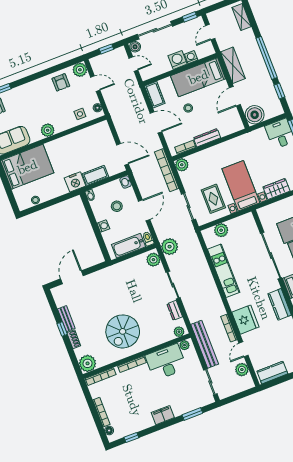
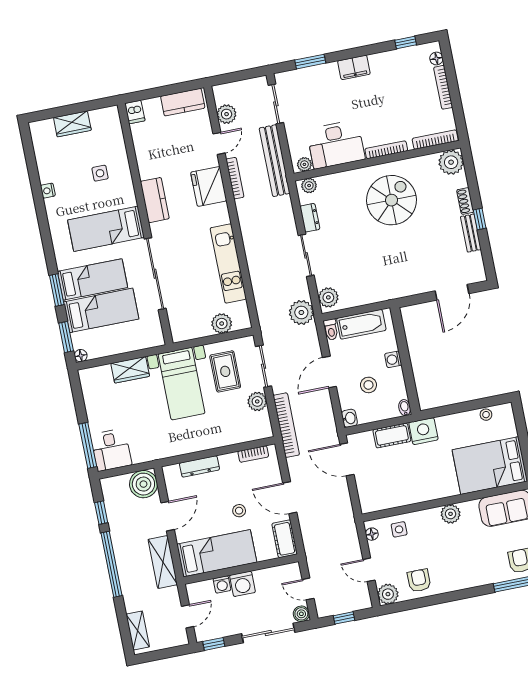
dresser: (207, 138) -> (199, 466), moved
plant: (182, 165) -> (257, 401), moved

